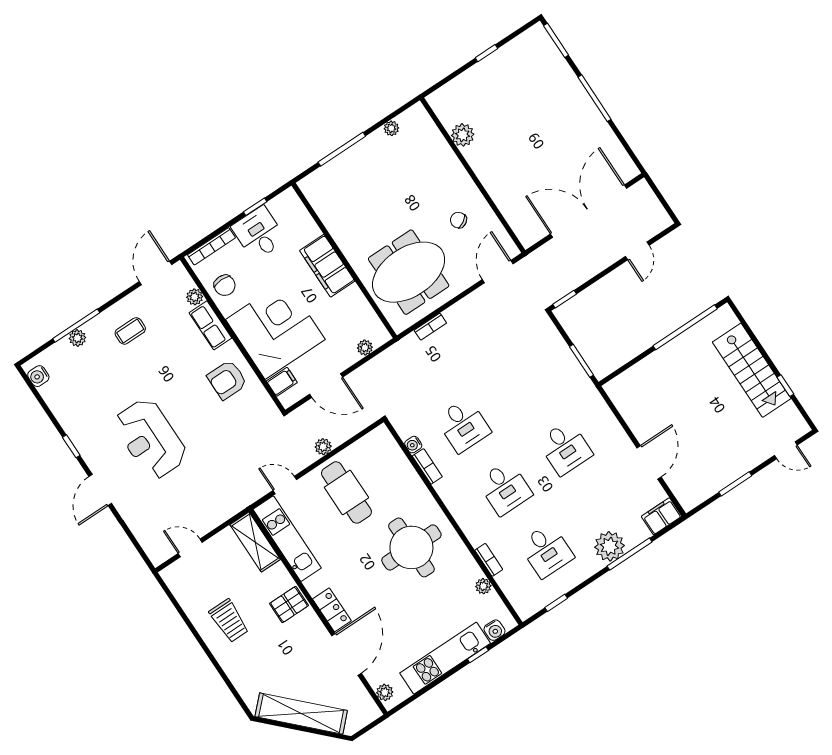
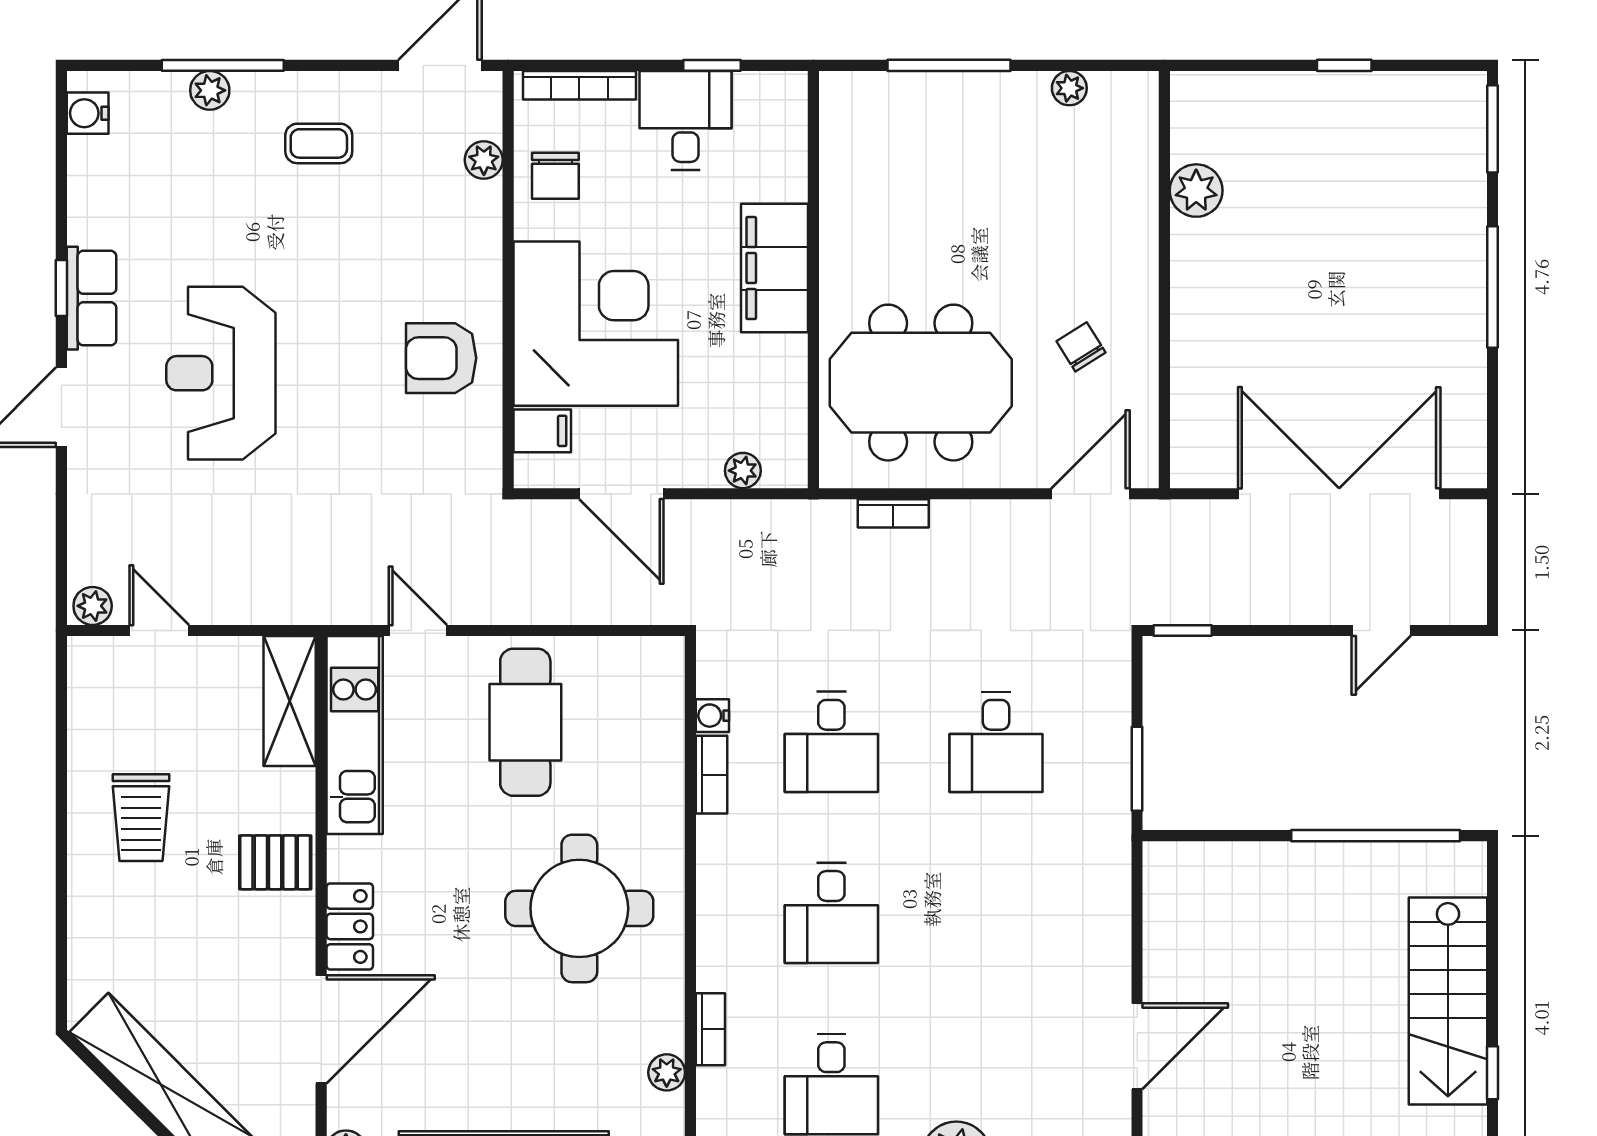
row of seats: (210, 325) -> (92, 298), moved, turned 180
plant: (323, 447) -> (93, 606), moved
desk: (565, 448) -> (996, 742), moved

